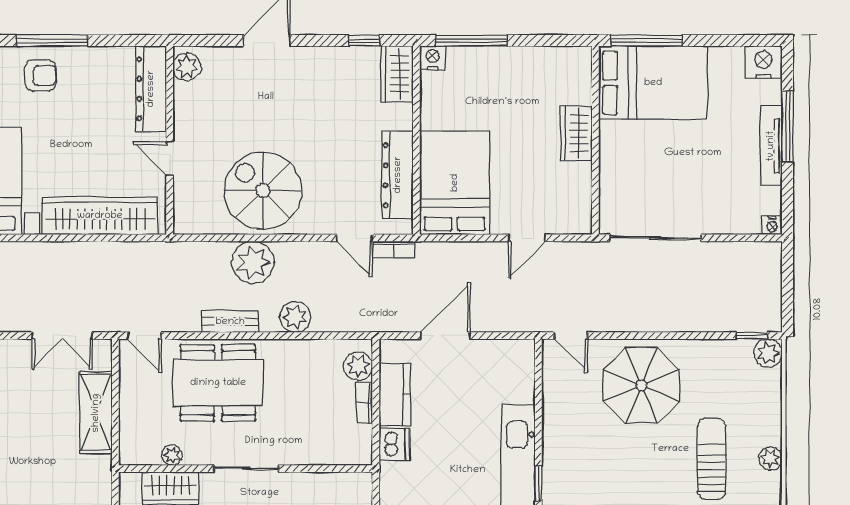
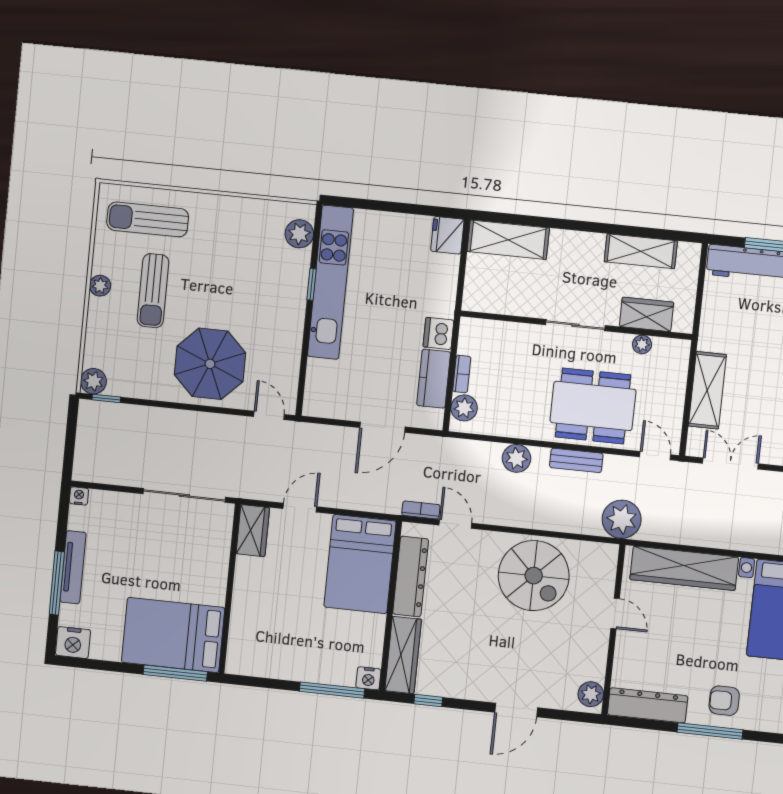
wardrobe: (397, 74) -> (403, 655), width x1.50
dresser: (151, 89) -> (648, 705), moved, turned -90
wardrobe: (576, 133) -> (253, 531), moved
plant: (253, 262) -> (622, 519), moved

